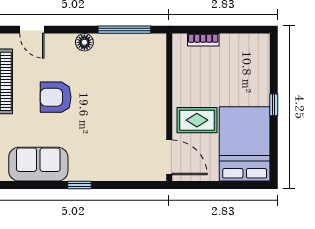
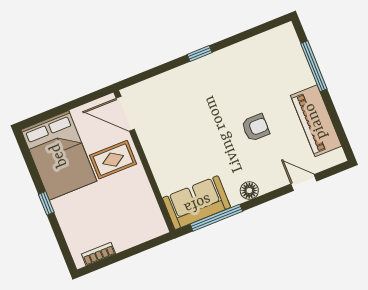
bookcase: (203, 40) -> (98, 254), moved
armchair: (56, 97) -> (256, 128), width x0.72, depth x0.72
sofa: (38, 164) -> (197, 203), moved, turned 180

